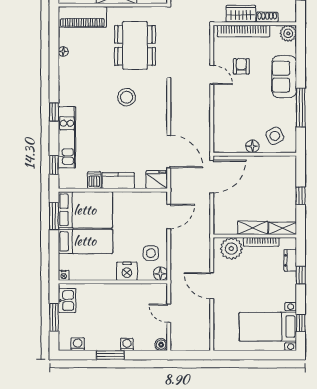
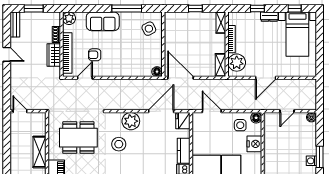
door: (212, 75) -> (85, 78), moved
plant: (156, 113) -> (131, 121), added
floor lamp: (252, 146) -> (157, 72), moved
shelving: (253, 228) -> (221, 65), moved
dresser: (290, 260) -> (269, 17), moved
washing machine: (127, 344) -> (311, 161), moved

